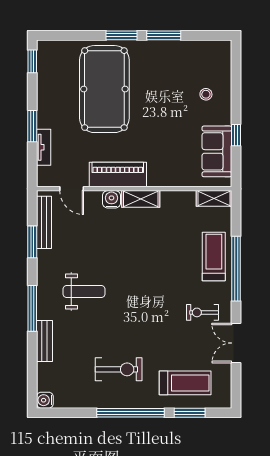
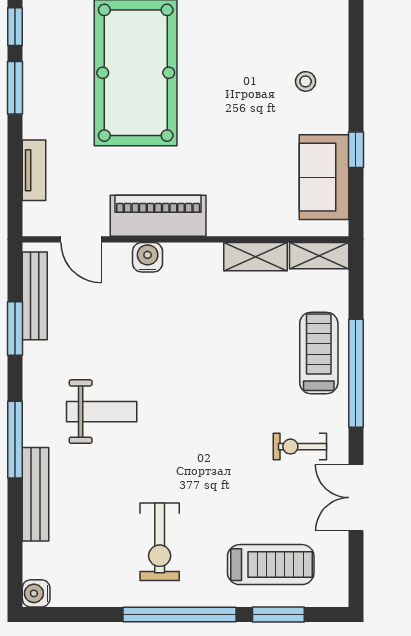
window: (32, 126) -> (15, 88), moved
shelving: (141, 199) -> (256, 257), moved
bench: (45, 341) -> (36, 494), width x1.36
exercise bike: (119, 369) -> (160, 542), turned 90

